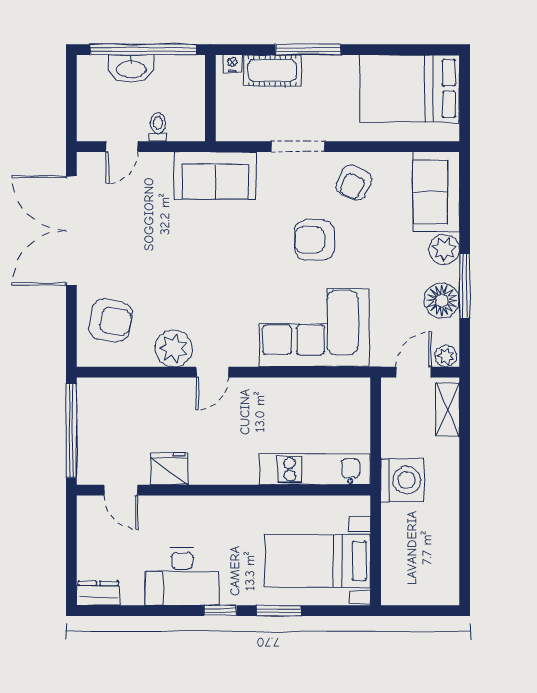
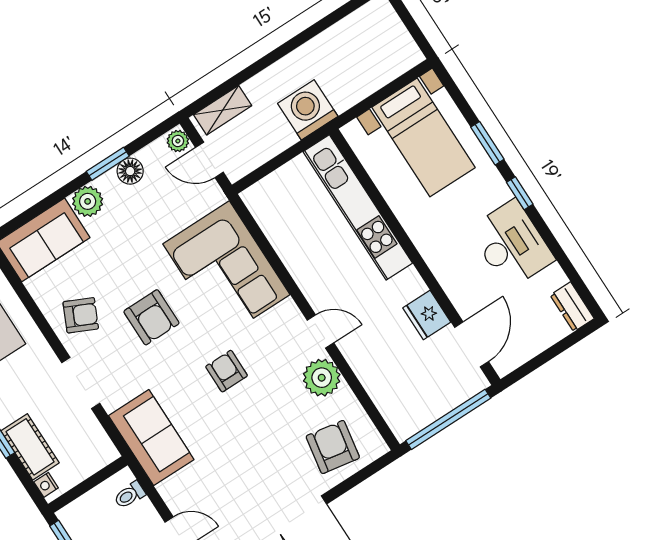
toilet: (158, 127) -> (130, 495), moved
armchair: (230, 273) -> (227, 371), added
window: (465, 286) -> (108, 164), width x0.69
floor lamp: (442, 301) -> (130, 171), width x0.73, depth x0.73
kitchen unit: (315, 469) -> (358, 207), width x1.36
door: (121, 490) -> (472, 344), width x1.38

